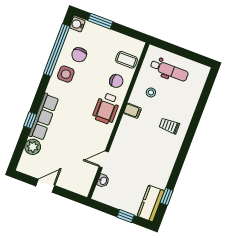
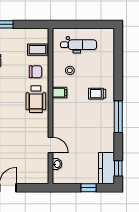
window: (182, 157) -> (118, 117), added
door: (104, 159) -> (51, 145), swing flipped
window: (167, 197) -> (118, 168), moved

